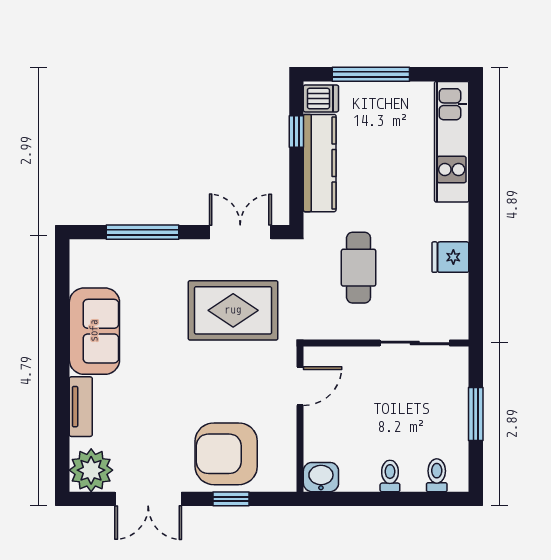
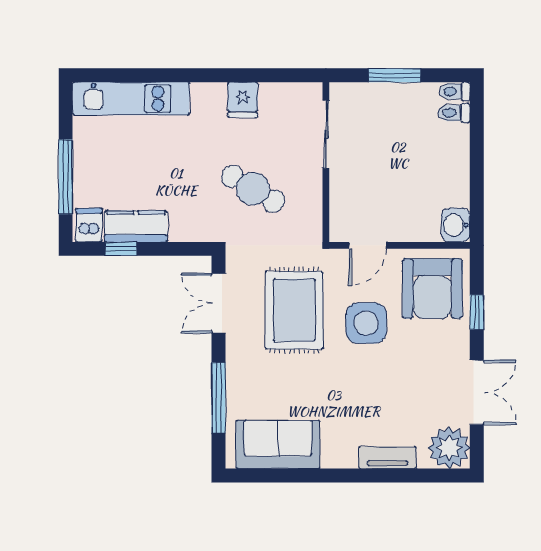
kitchen counter: (320, 163) -> (136, 226), width x0.67
cafe table: (359, 268) -> (253, 189), turned 31
sofa: (94, 331) -> (278, 444), moved
side table: (220, 385) -> (366, 323), added
door: (300, 386) -> (368, 245), swing flipped
armchair: (226, 454) -> (432, 289), moved
toilet: (390, 476) -> (455, 91), moved

